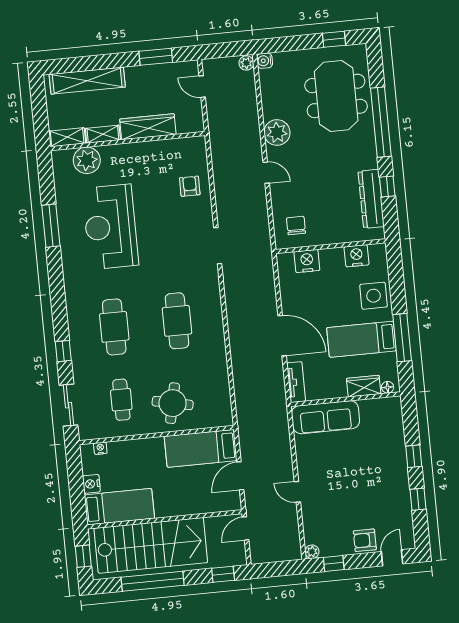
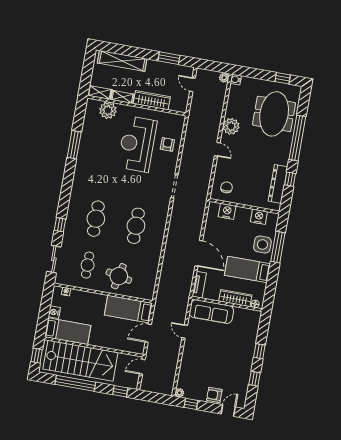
reception desk: (110, 227) -> (137, 144), moved
window: (402, 338) -> (278, 247), moved
wardrobe: (364, 386) -> (235, 298), width x1.50
door: (297, 492) -> (185, 331), moved

